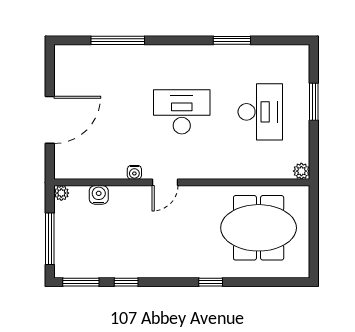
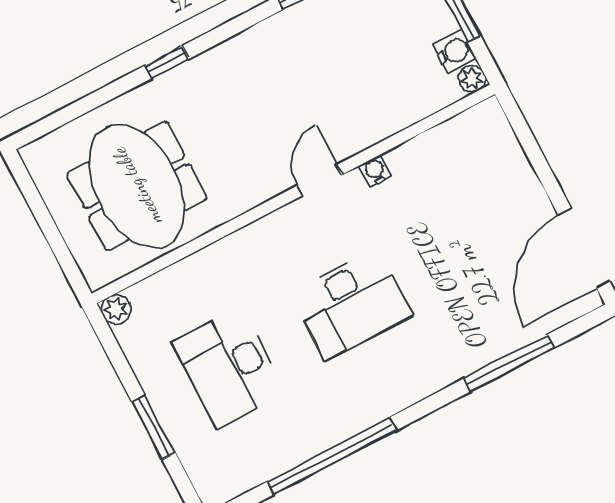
window: (232, 40) -> (331, 456), width x2.11
door: (50, 120) -> (584, 248), moved
water cooler: (99, 195) -> (454, 51), moved, turned -90
meeting table: (259, 228) -> (137, 186), turned 90

